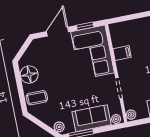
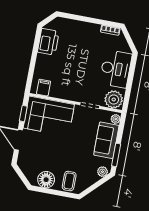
filing cabinet: (122, 53) -> (44, 88), moved
plant: (131, 115) -> (114, 99), width x1.87, depth x1.87

